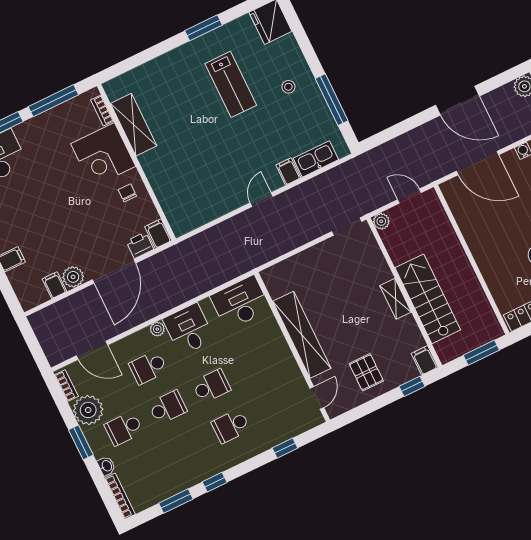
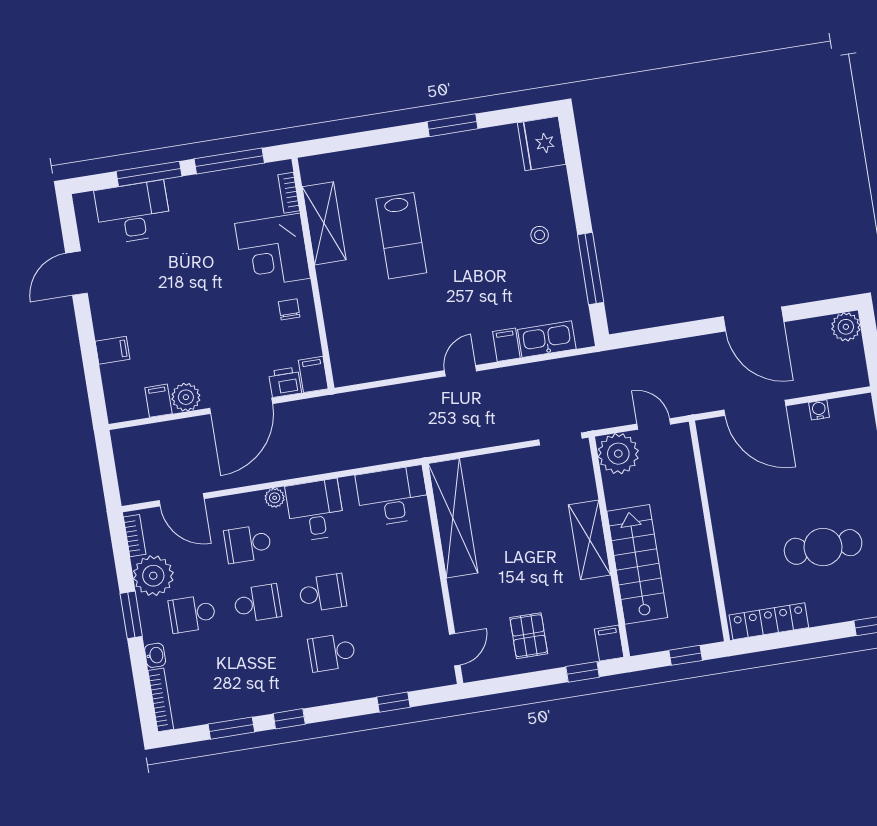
lab bench: (231, 84) -> (401, 236), moved
plant: (381, 221) -> (618, 454), width x1.88, depth x1.88
shelving: (395, 299) -> (590, 540), width x1.50, depth x1.33
shelving: (302, 335) -> (453, 518), moved
window: (481, 353) -> (686, 655), width x0.67

